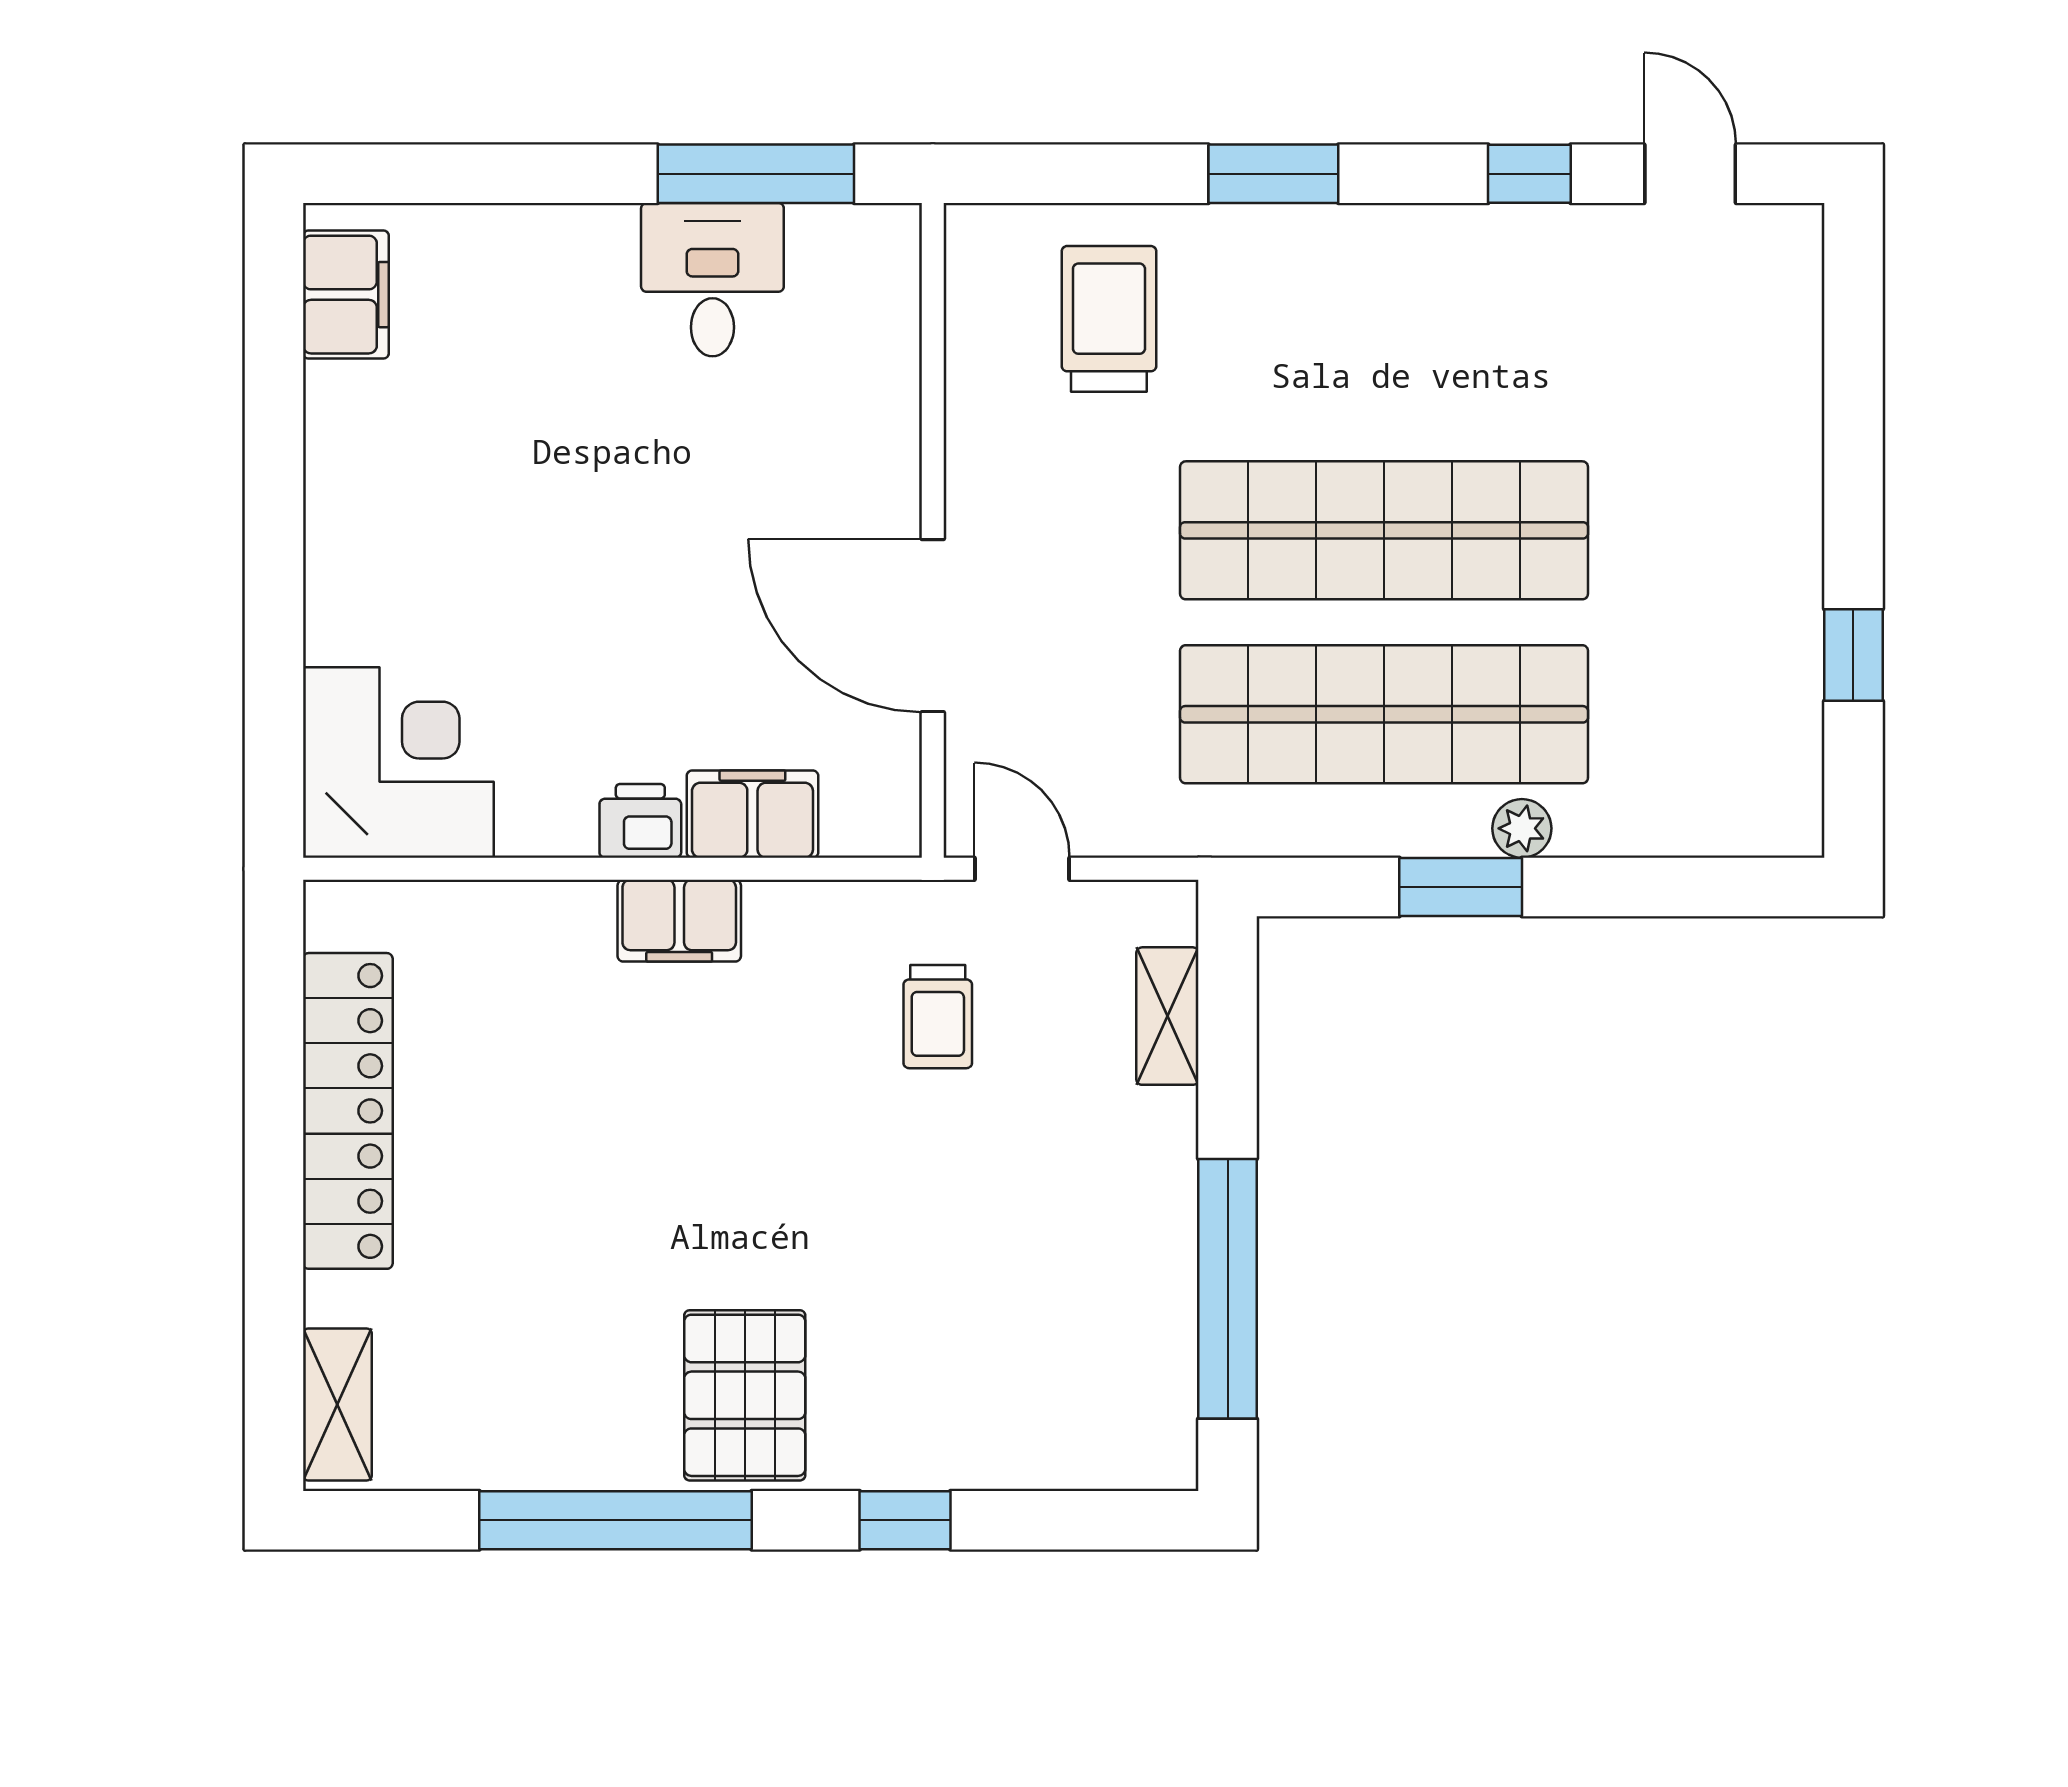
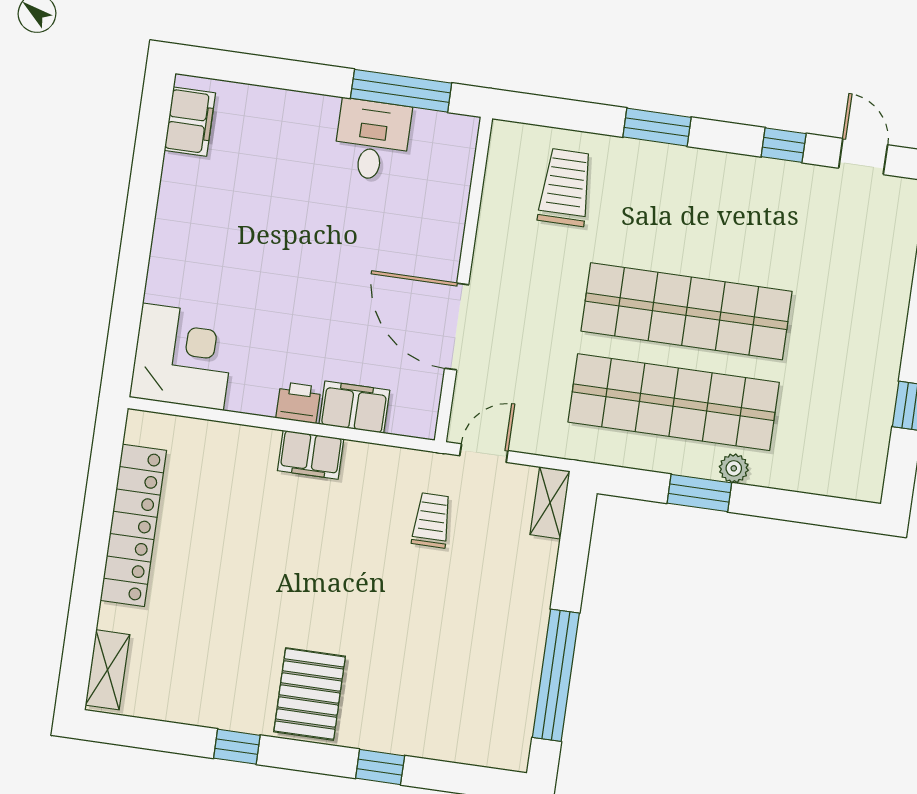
door: (1022, 869) -> (484, 453), hinge flipped
shelving: (1167, 1016) -> (550, 503), moved
trolley: (938, 1017) -> (432, 520), turned 180
window: (616, 1520) -> (237, 747), width x0.32

